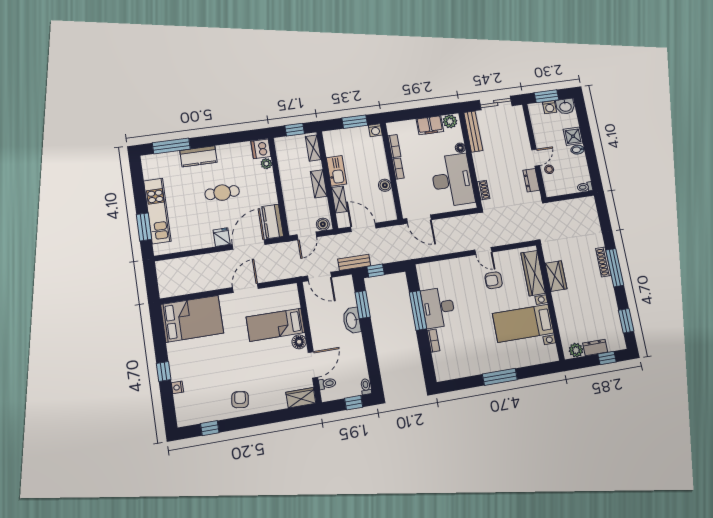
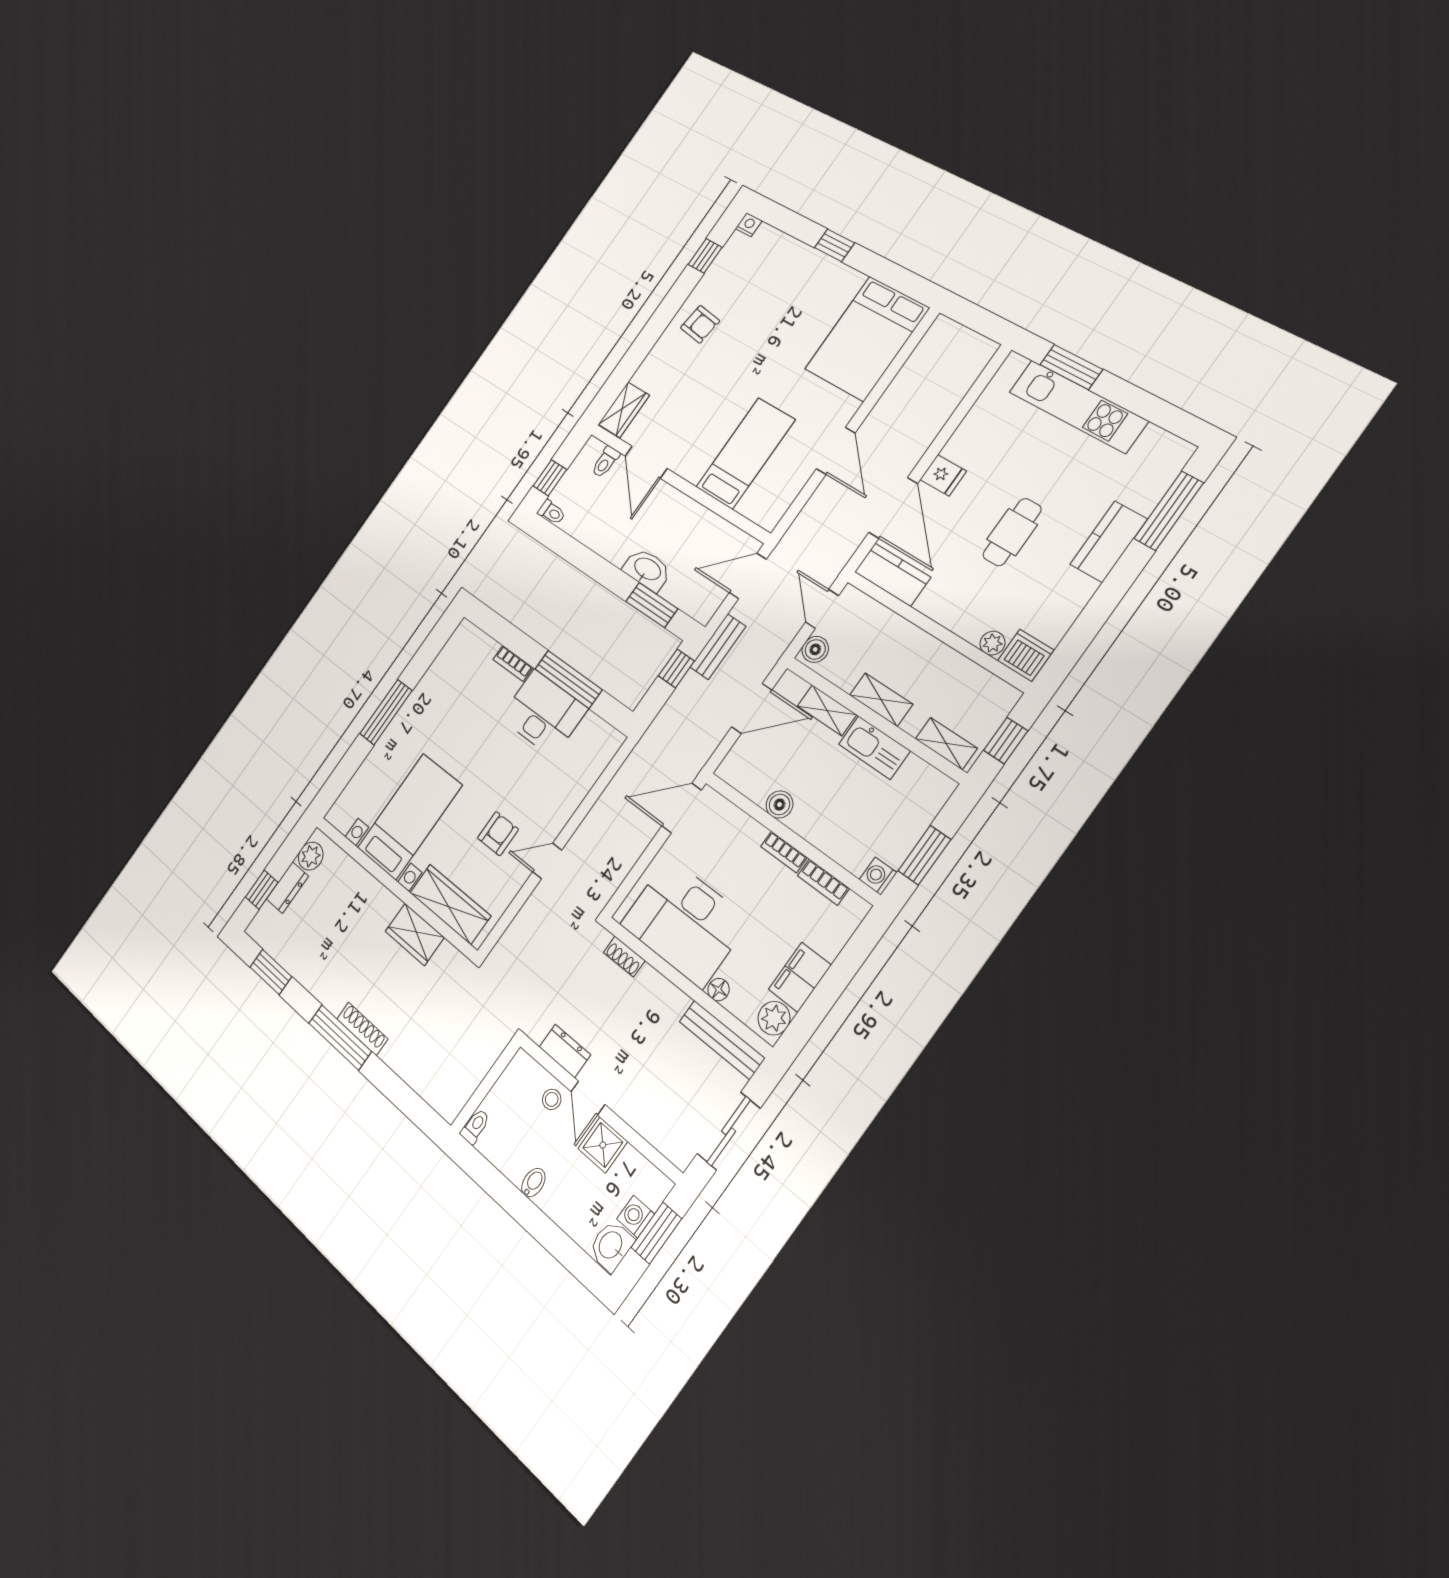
shower: (573, 136) -> (603, 1145), moved
floor lamp: (299, 342) -> (692, 468), removed
nightstand: (177, 387) -> (749, 225), moved

